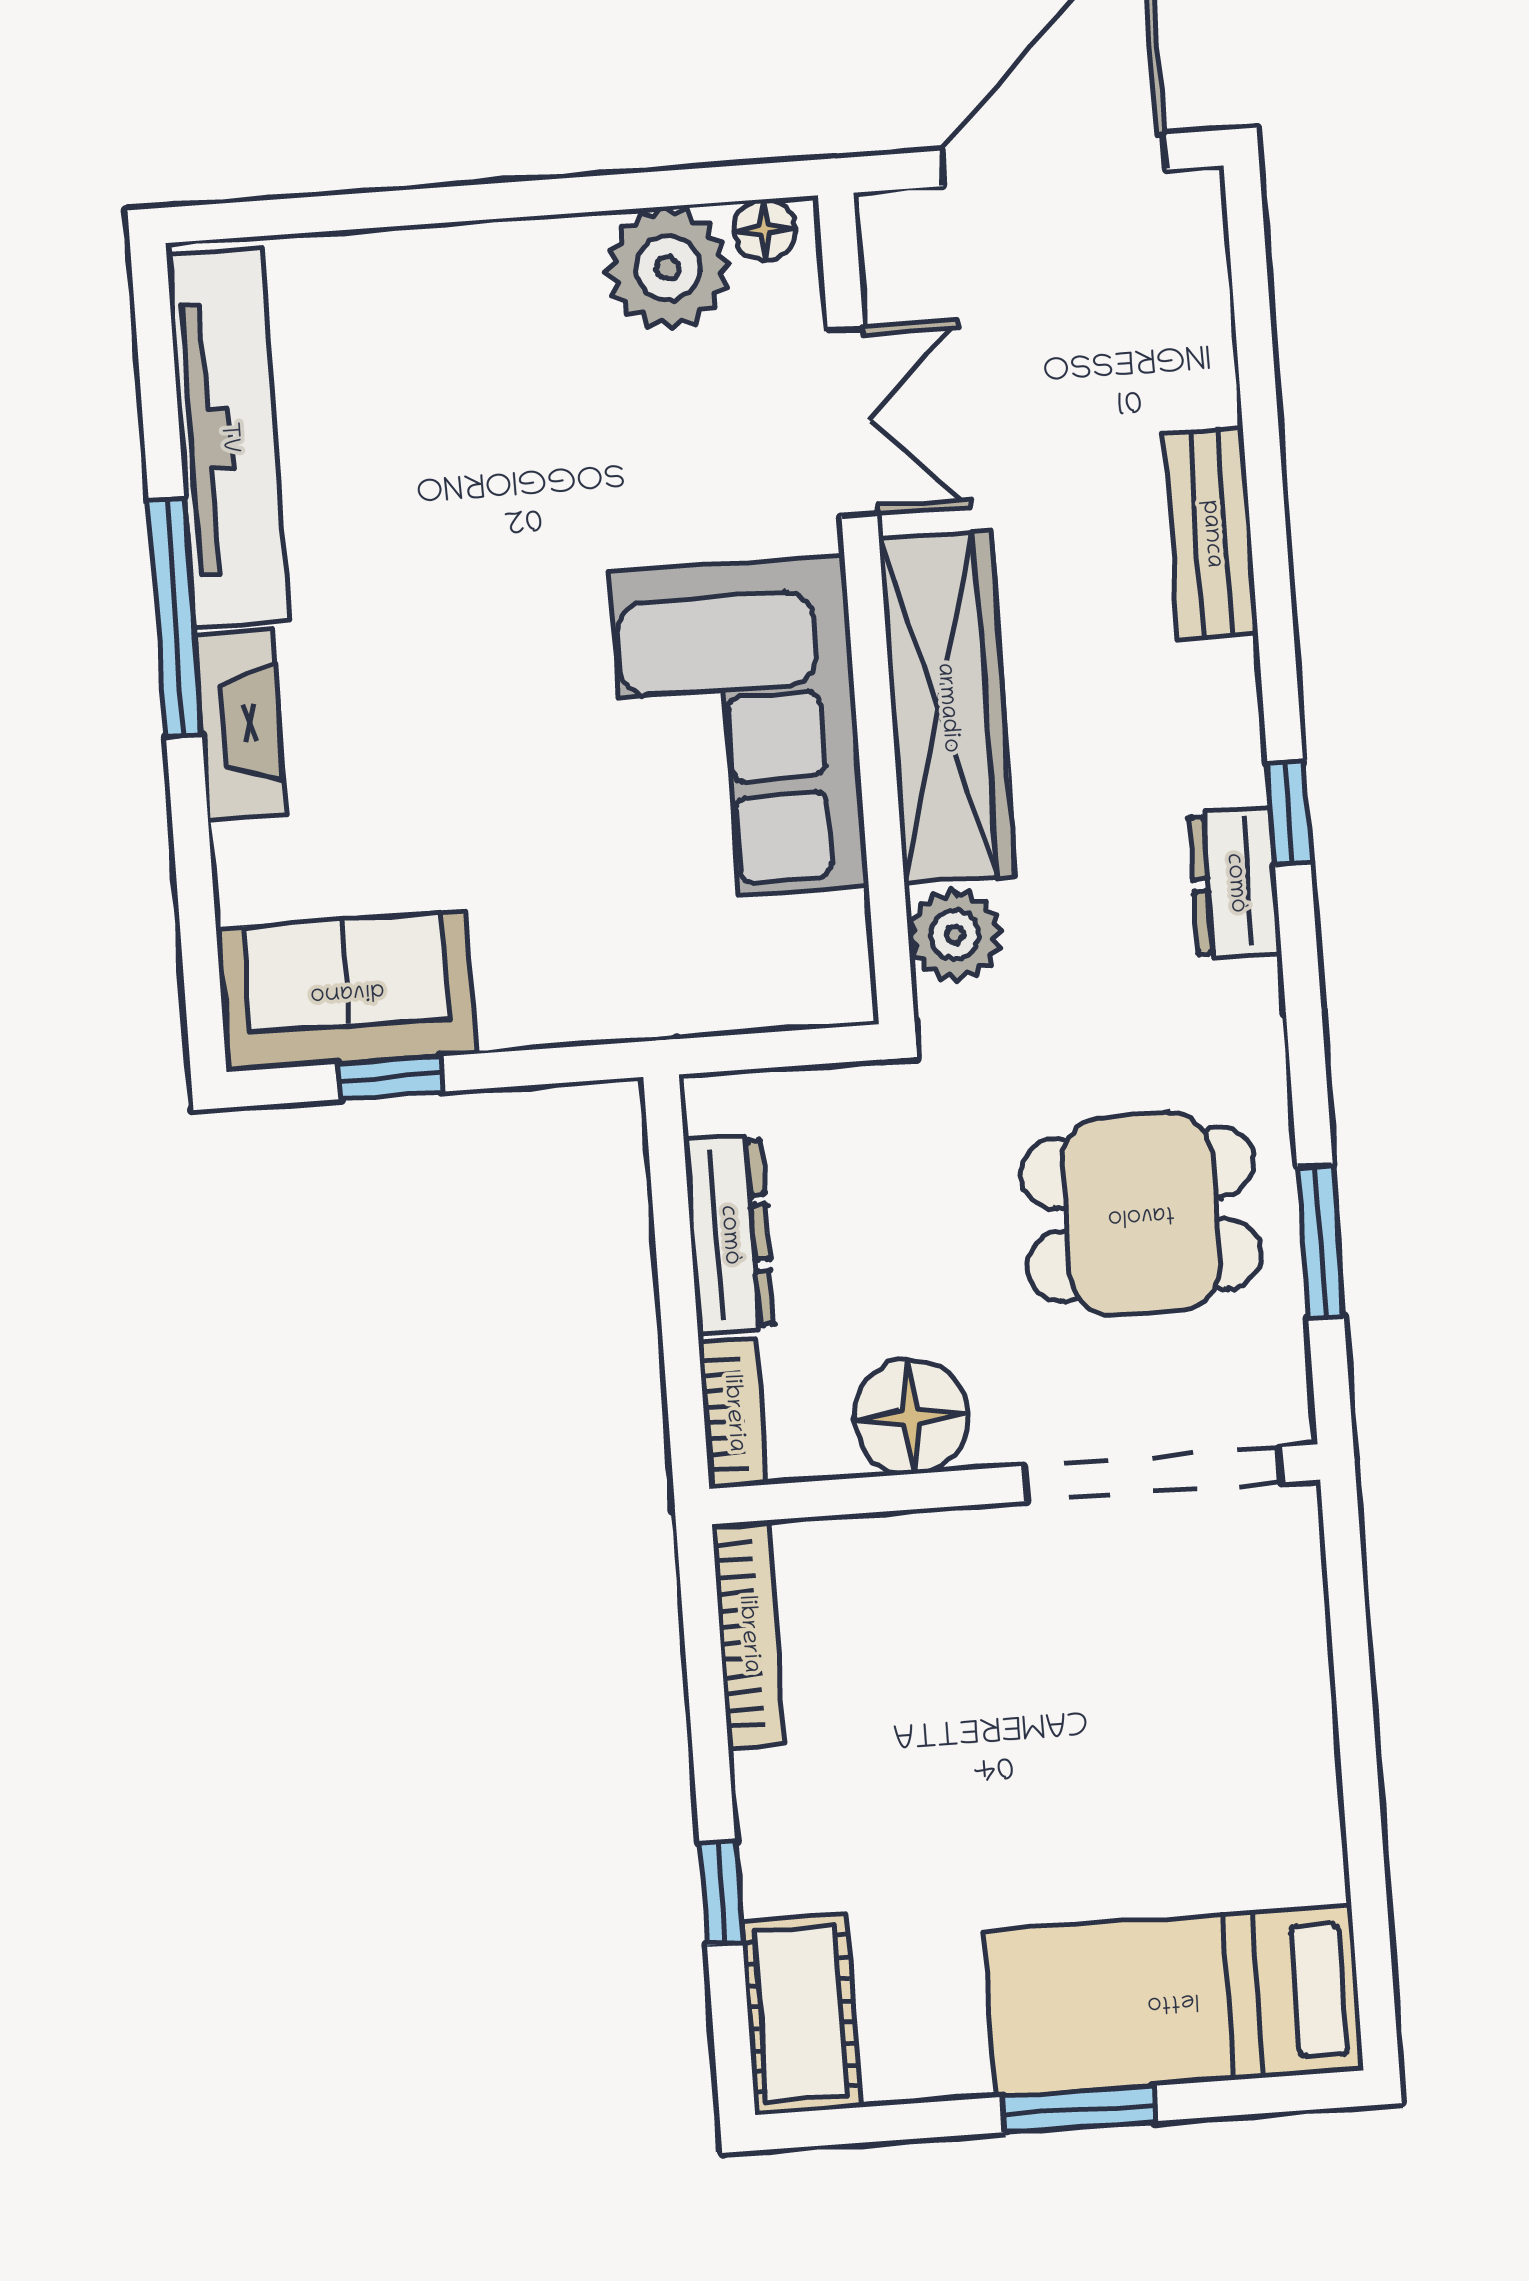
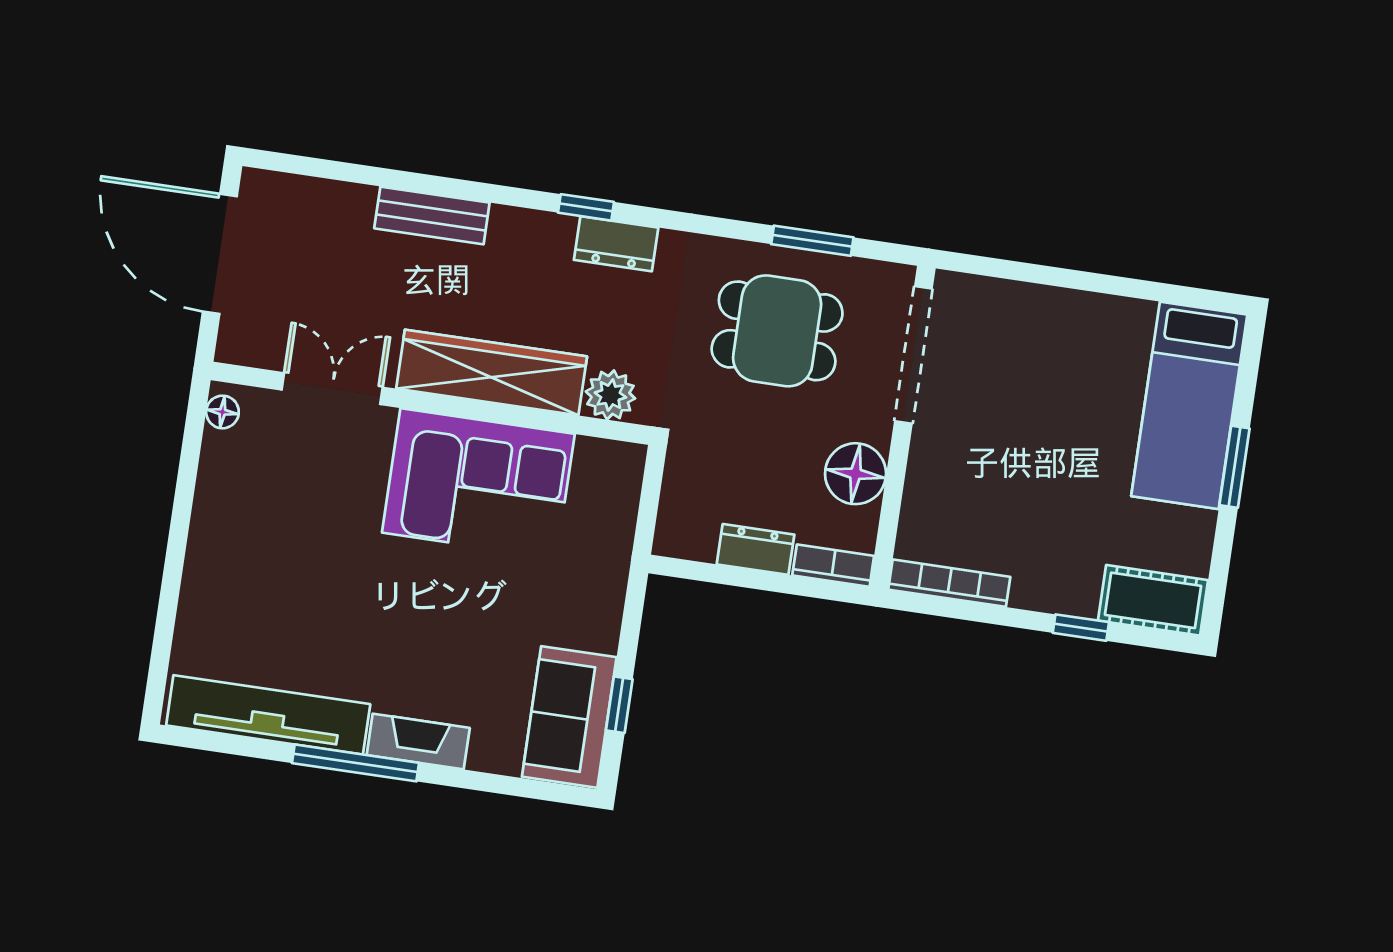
plant: (668, 268) -> (231, 467), removed
dining table: (1141, 1214) -> (777, 331), turned 90
dresser: (729, 1235) -> (756, 549), width x0.70

